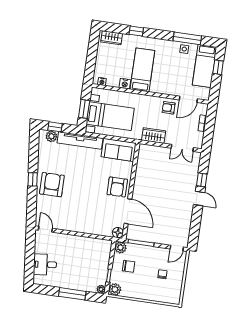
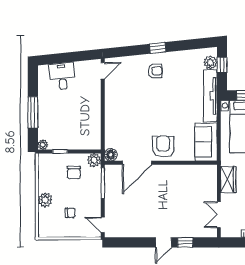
armchair: (52, 185) -> (155, 71), width x0.53, depth x0.53
armchair: (117, 187) -> (163, 146), turned 90
plant: (115, 289) -> (45, 200), moved

